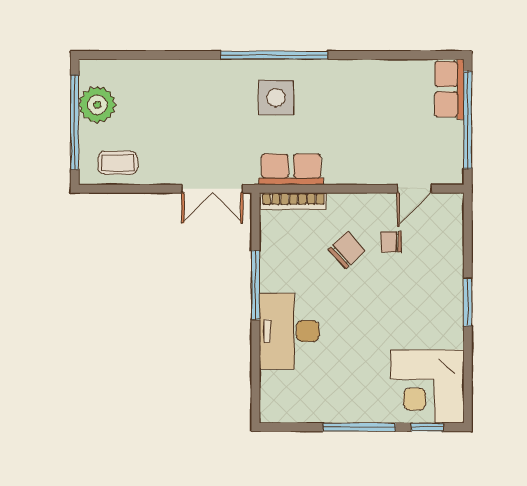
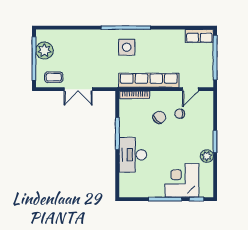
row of seats: (449, 89) -> (199, 36), moved, turned -90
row of seats: (291, 169) -> (149, 80), width x2.02
double door: (212, 189) -> (78, 89), moved
plant: (450, 334) -> (207, 156), added
corner desk: (427, 387) -> (182, 180), moved, turned 90

